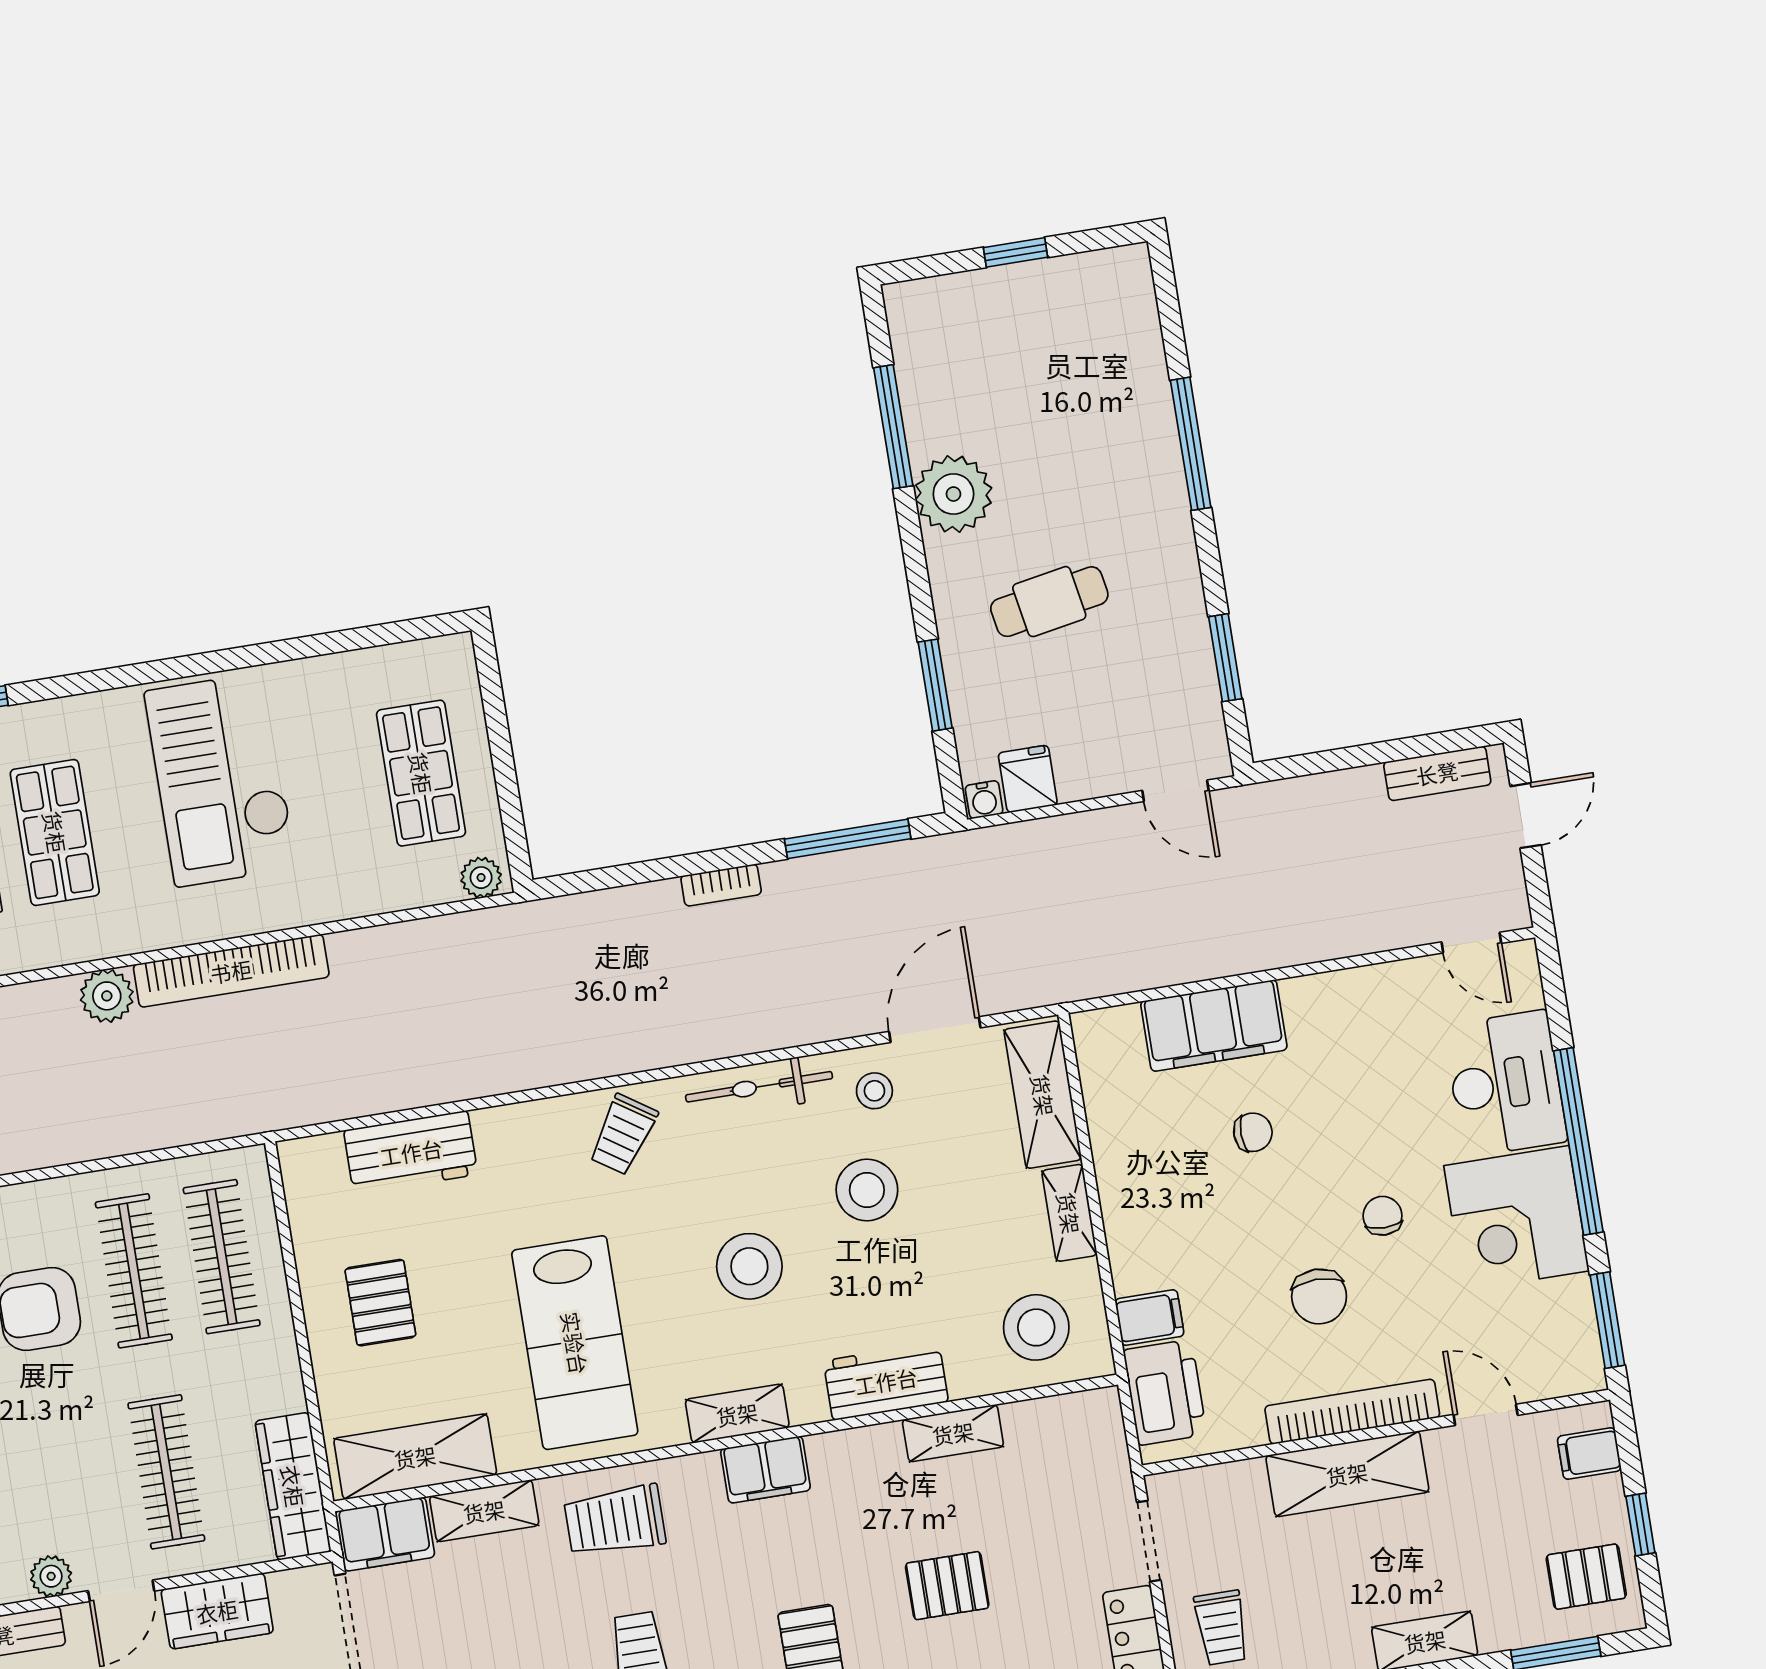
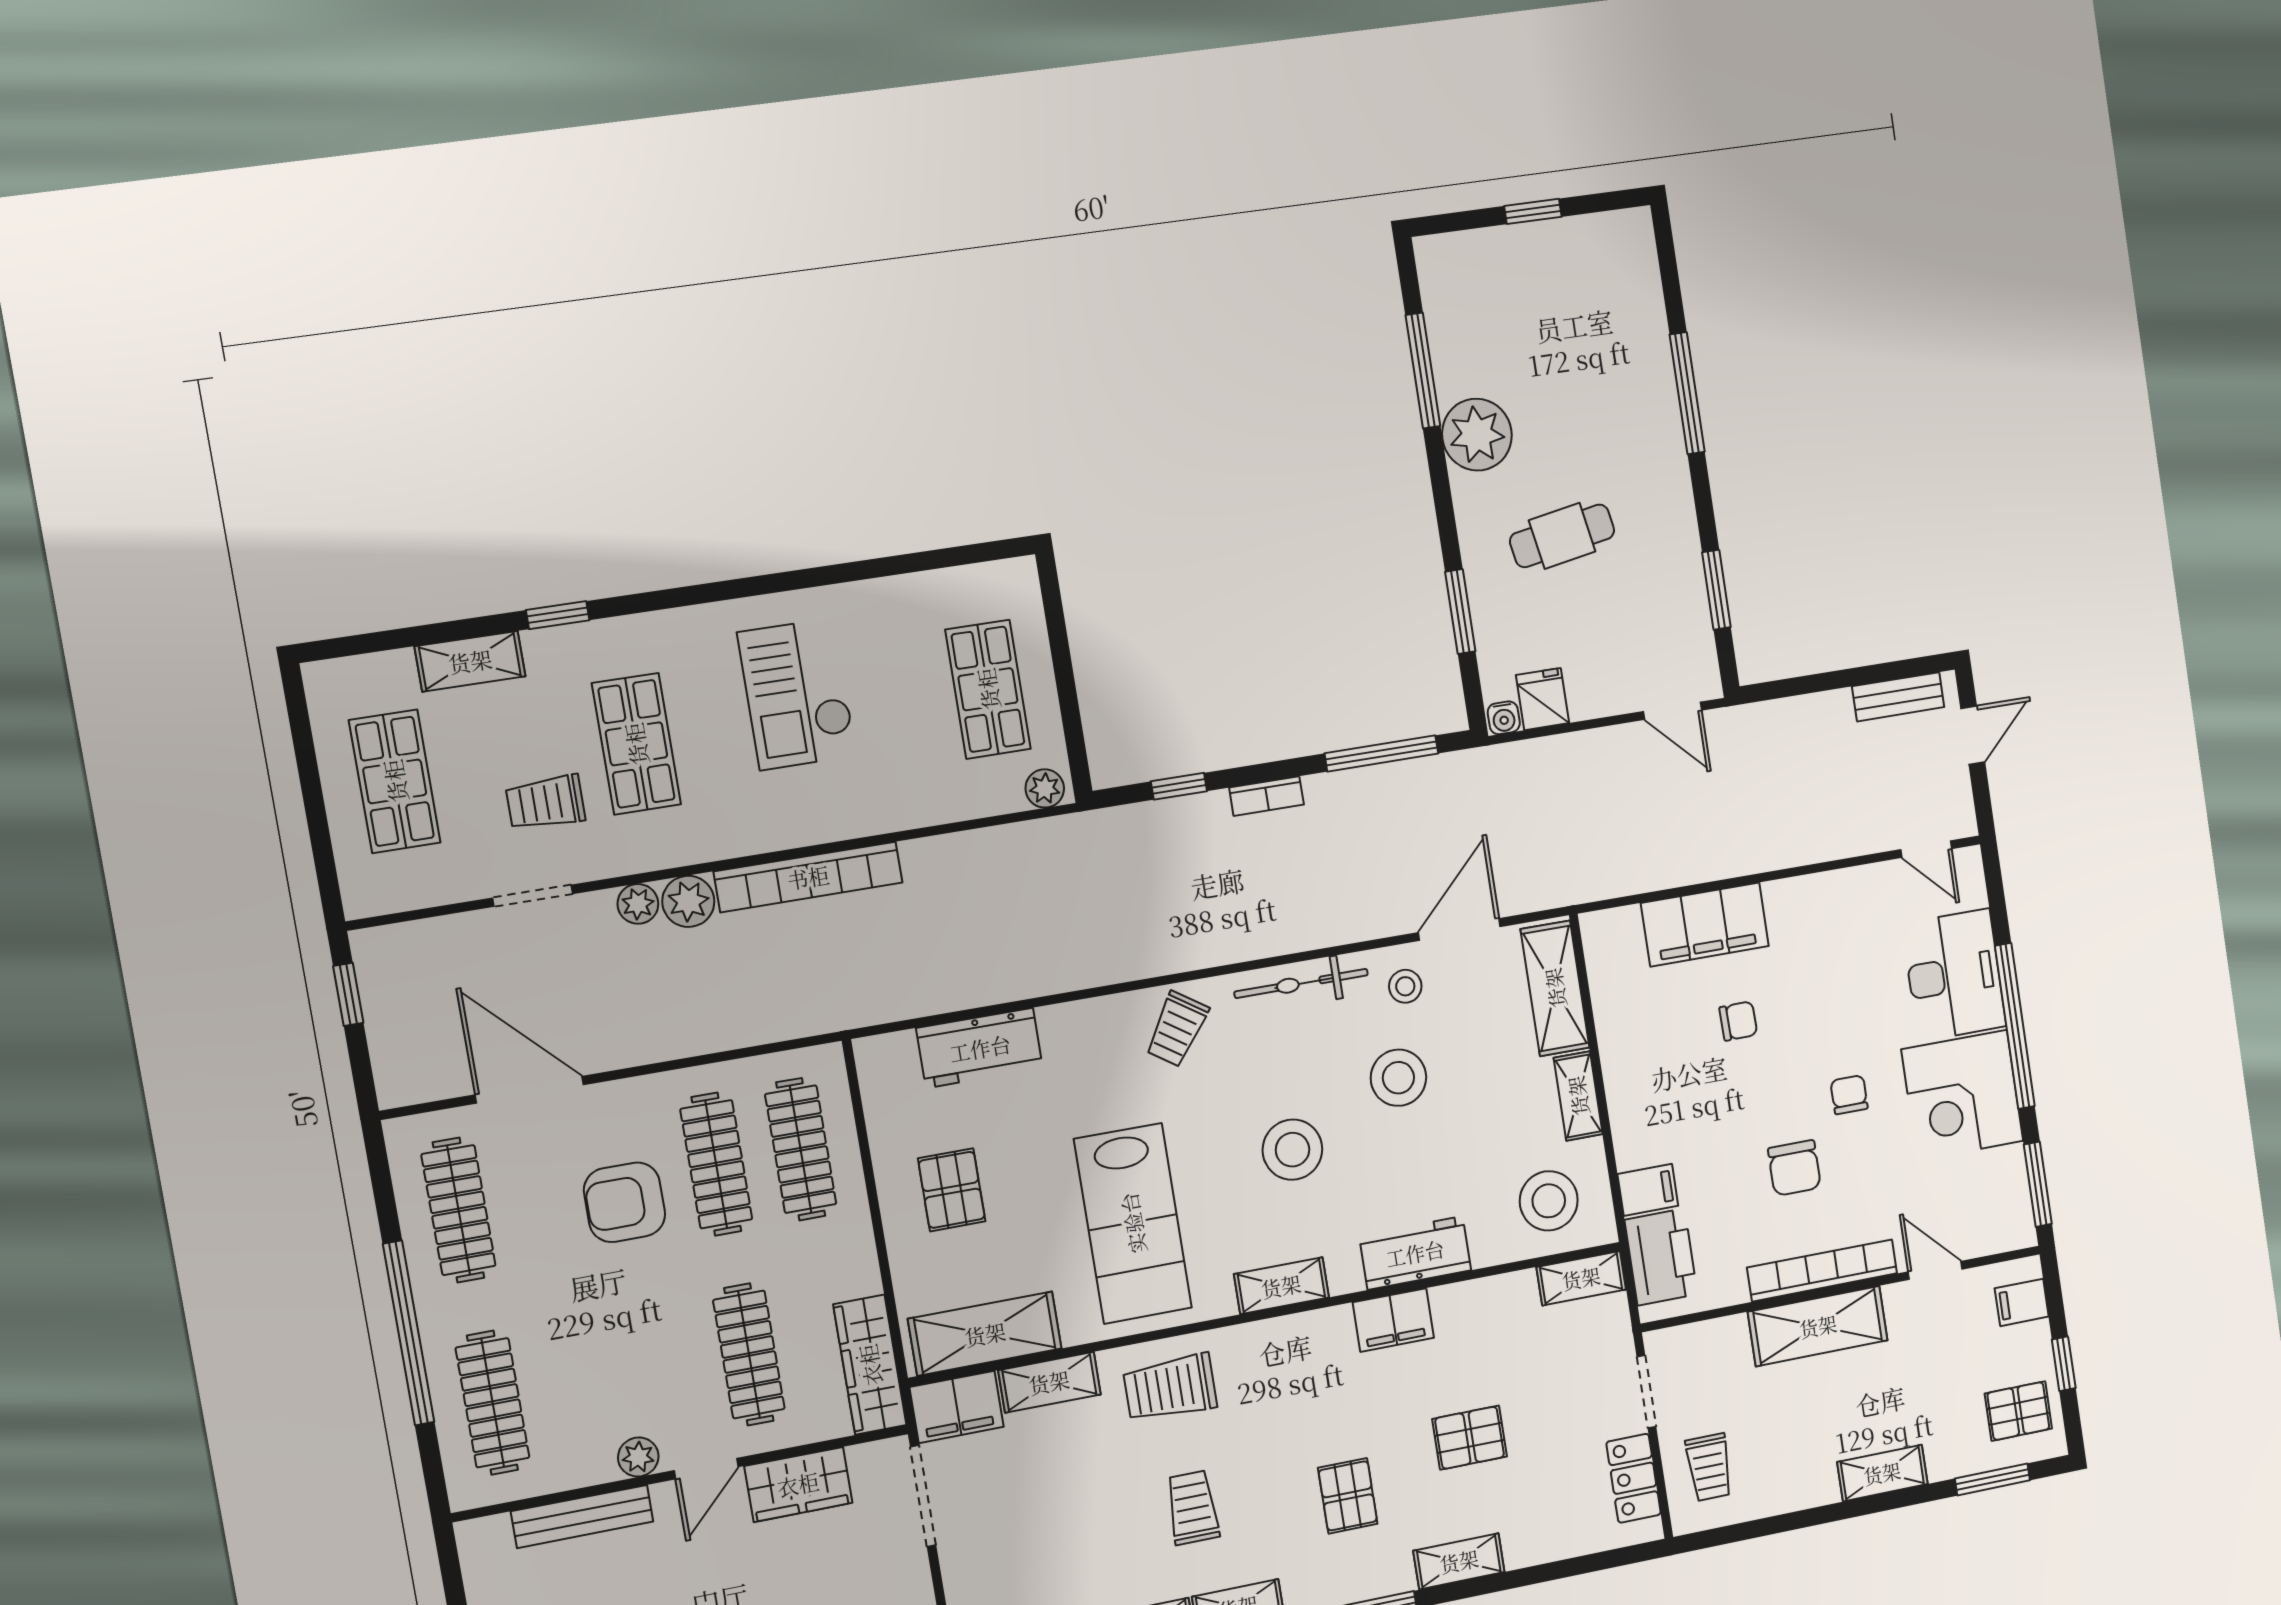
checkout: (221, 780) -> (797, 694), width x0.73, depth x0.83
window: (626, 875) -> (1179, 786), added
plant: (55, 998) -> (638, 904), added
shelving: (953, 1433) -> (1581, 1278), moved
filing cabinet: (765, 1470) -> (1393, 1320), moved

